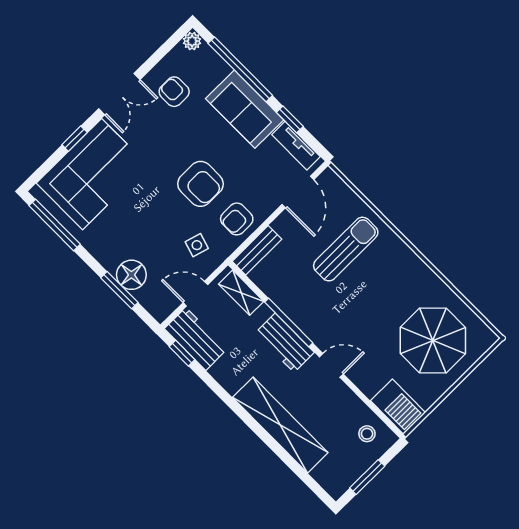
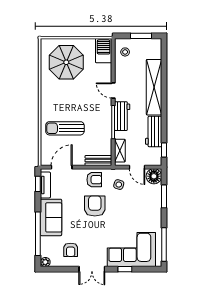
double door: (119, 94) -> (92, 269), swing flipped
window: (290, 119) -> (38, 184), moved
floor lamp: (131, 275) -> (154, 176), moved
workbench: (196, 339) -> (154, 131), moved

